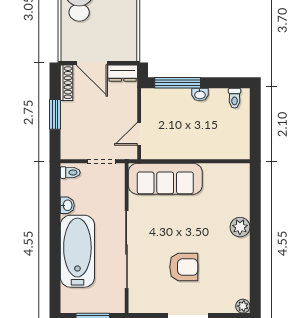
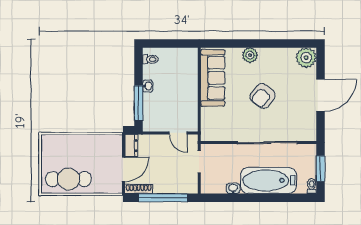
window: (55, 114) -> (163, 198), width x2.11
toilet: (70, 173) -> (312, 186), moved
sofa: (165, 179) -> (213, 78), moved
armchair: (184, 267) -> (263, 96), moved, turned -141
plant: (243, 306) -> (306, 58), width x1.87, depth x1.87

